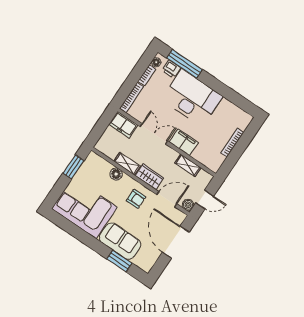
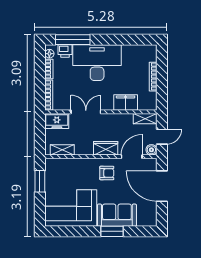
filing cabinet: (184, 142) -> (126, 102), moved
shelving: (127, 164) -> (62, 150), moved
shelving: (188, 165) -> (145, 119), moved
floor lamp: (116, 174) -> (78, 164), removed
window: (119, 261) -> (112, 231), moved

